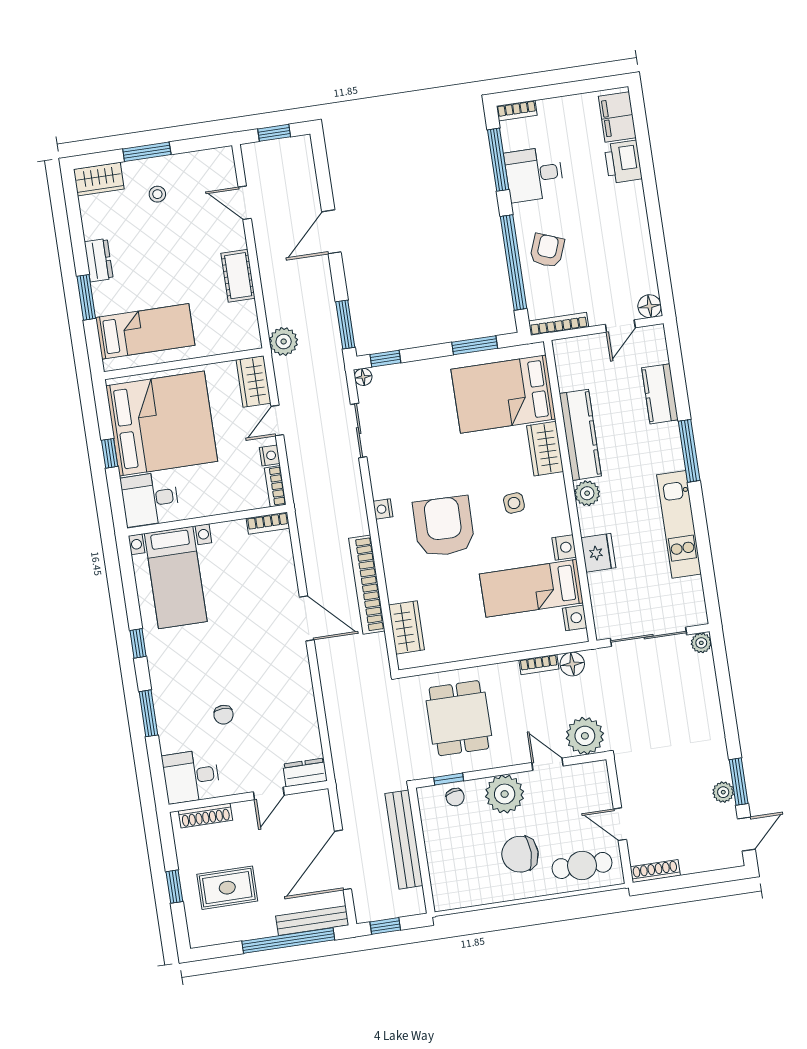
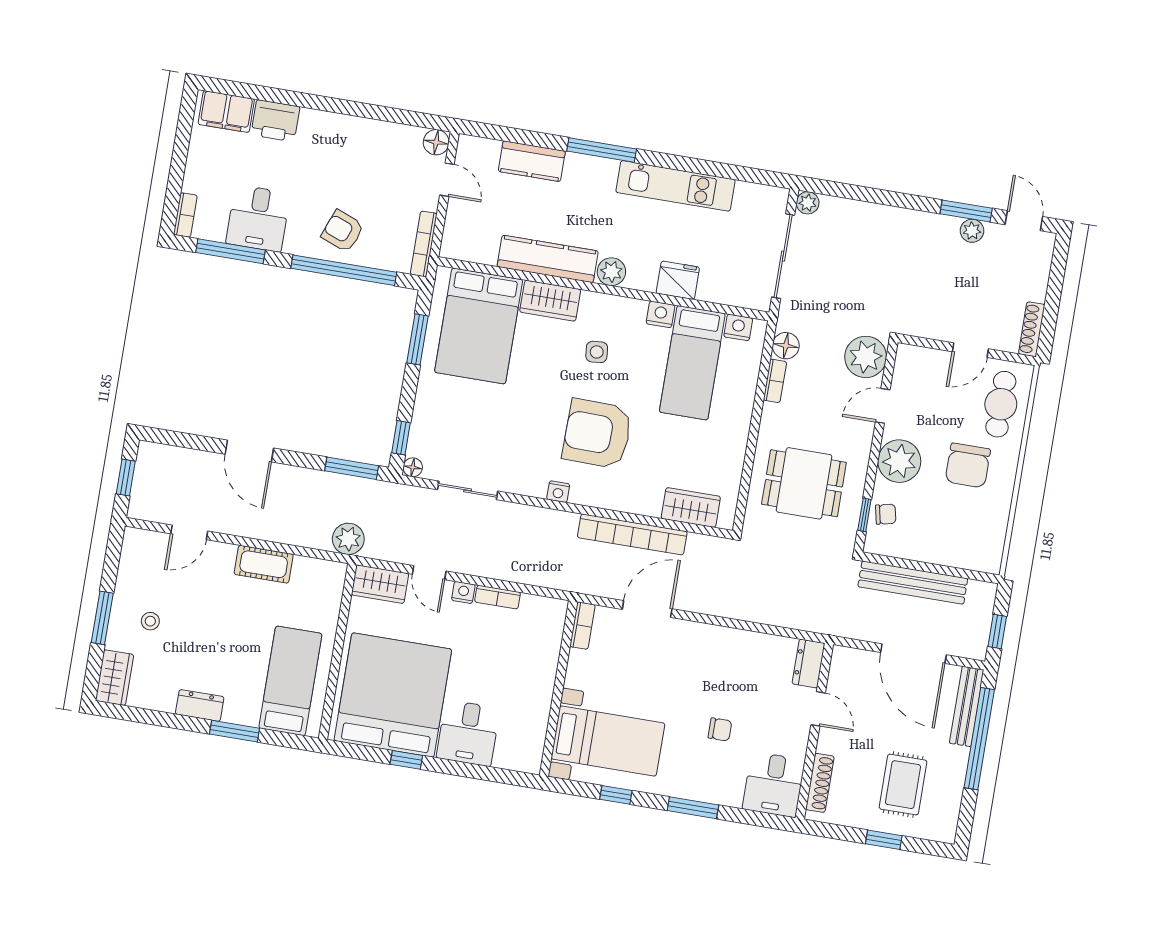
wall: (207, 520) -> (558, 688), moved
bookcase: (268, 523) -> (582, 626), moved
bed with nightstands: (176, 577) -> (608, 741), moved

